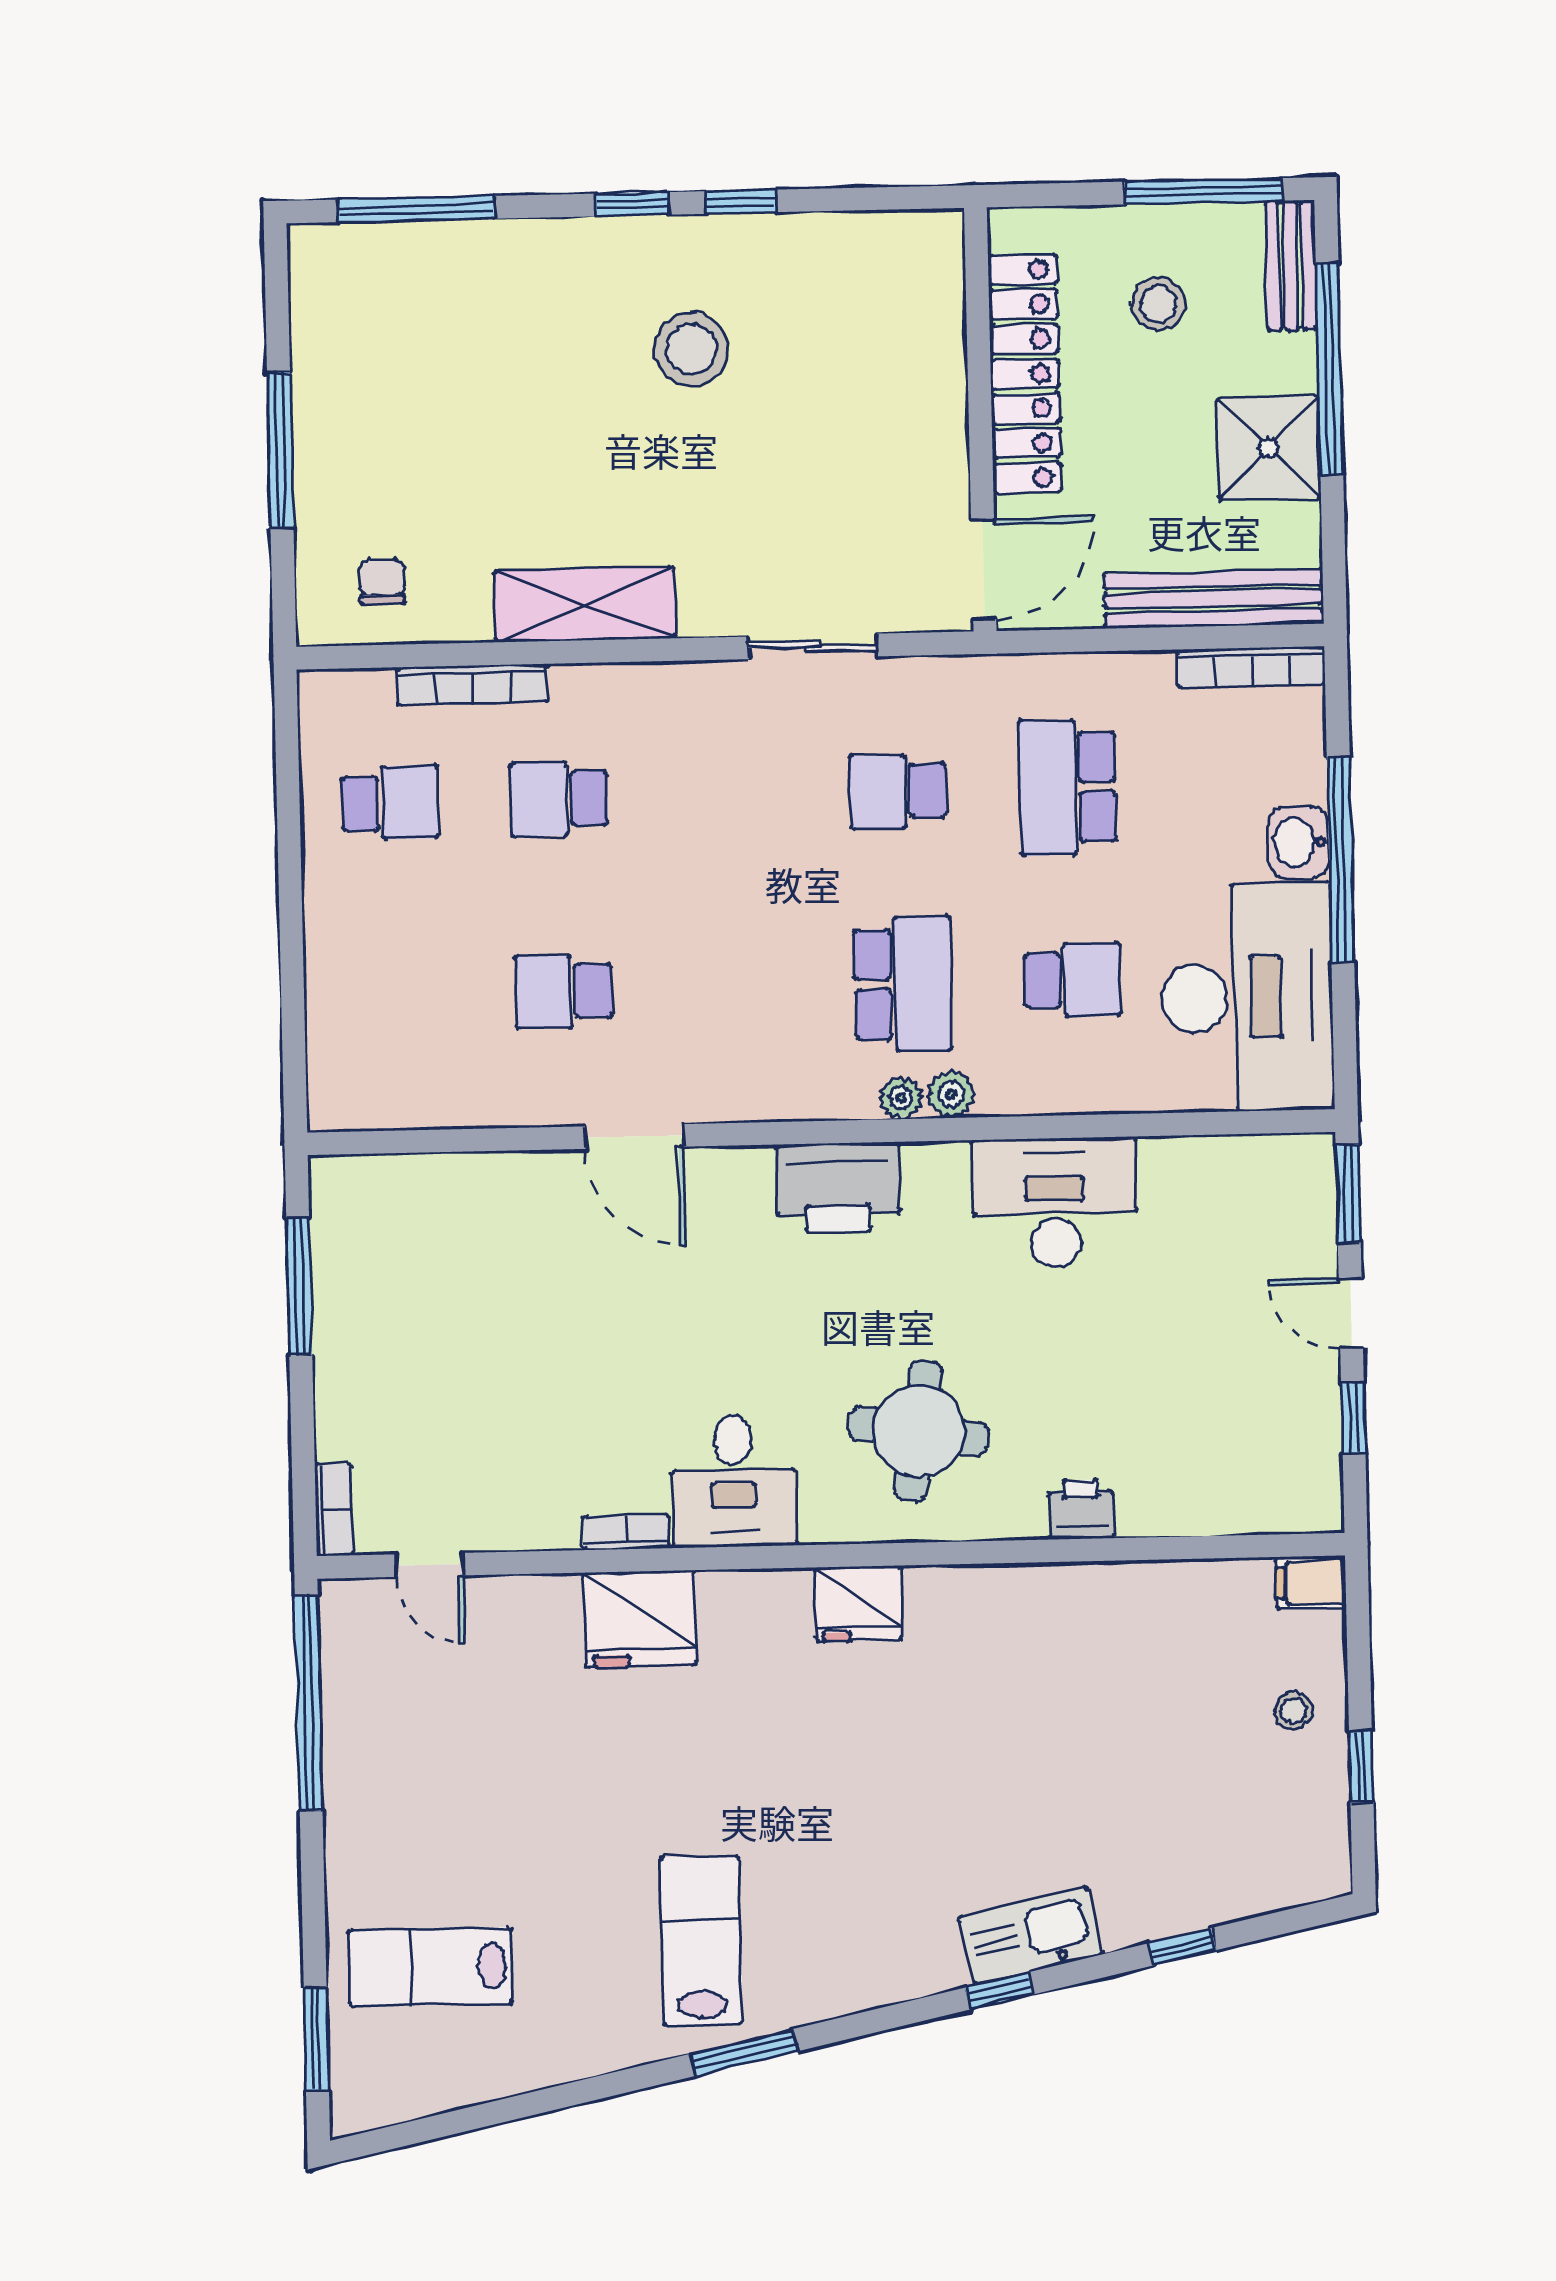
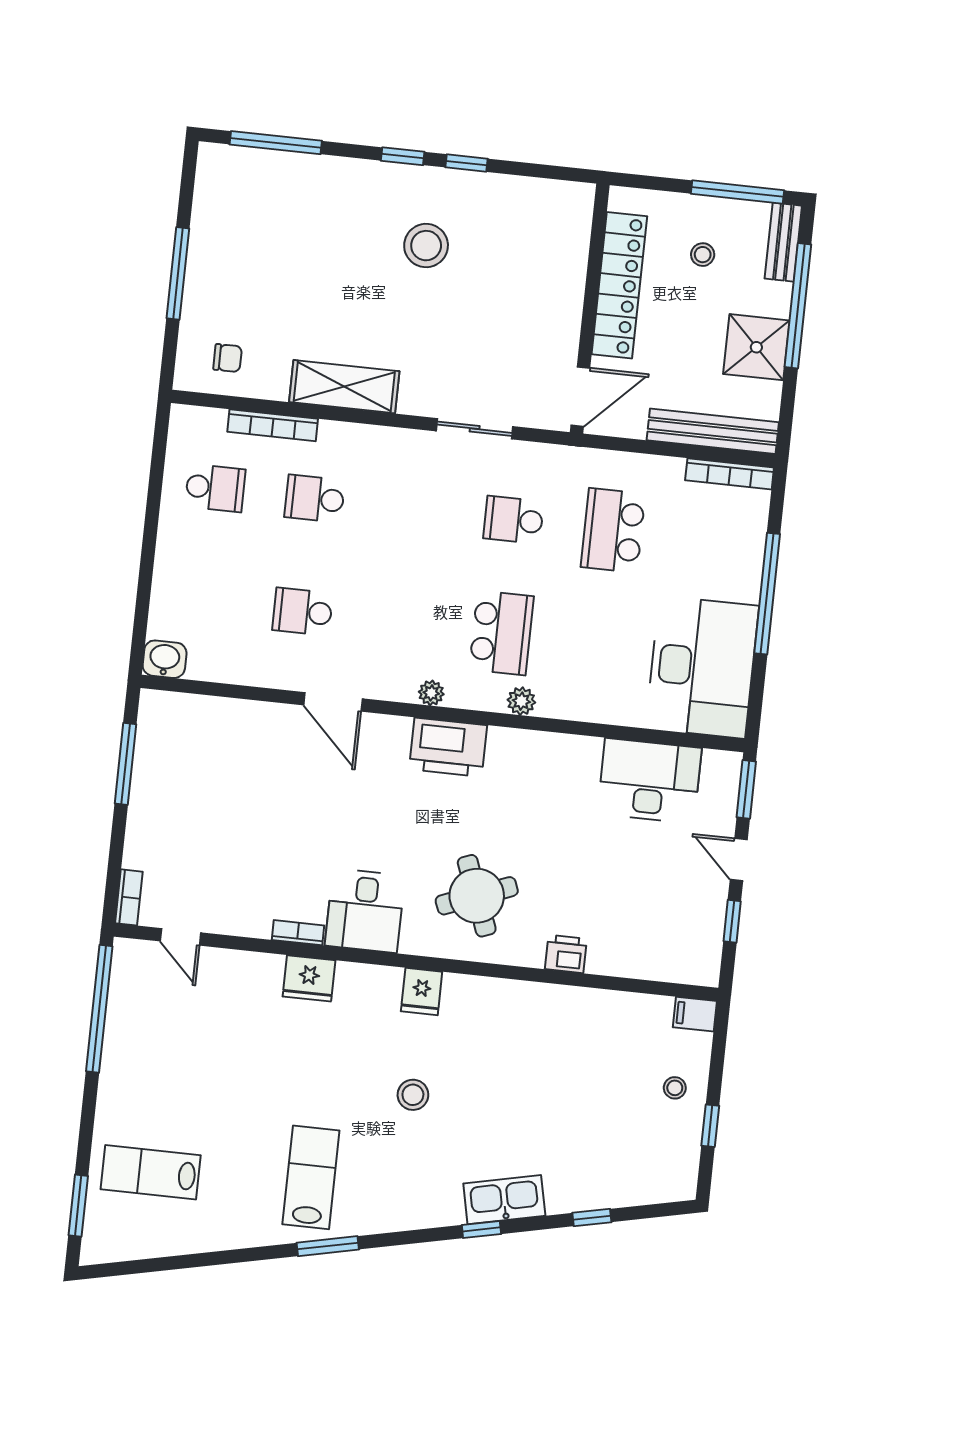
stool: (1158, 304) -> (703, 255), width x0.73, depth x0.73
chair: (382, 582) -> (228, 358), turned 90
washbasin: (1299, 842) -> (165, 659), moved, turned 90
school desk: (1072, 980) -> (601, 644), removed
plant: (901, 1098) -> (431, 693), moved
desk: (1055, 1203) -> (649, 781), moved
round table: (918, 1431) -> (477, 896), turned -30
fridge: (859, 1604) -> (422, 992), width x0.72
fridge: (640, 1619) -> (309, 978), width x0.73, depth x0.75
stool: (855, 1779) -> (413, 1095), added

